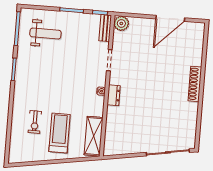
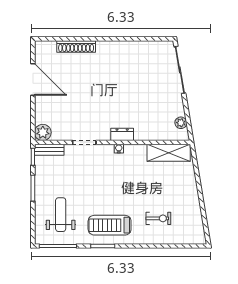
shoe rack: (195, 84) -> (76, 47), moved
treadmill: (59, 133) -> (110, 225), moved
plant: (120, 149) -> (181, 123), added

